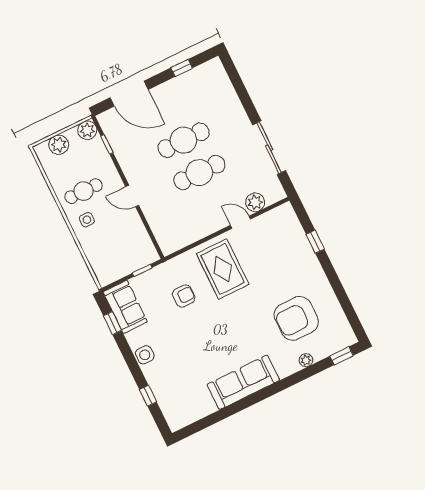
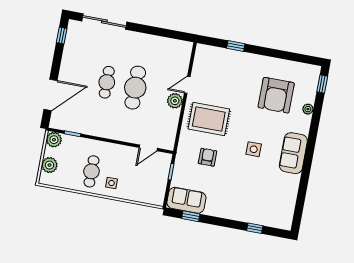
window: (182, 68) -> (62, 36), moved
cafe table: (183, 140) -> (107, 82), width x0.73, depth x0.74
sliding door: (269, 148) -> (104, 21), moved
door: (132, 196) -> (148, 148), moved
plant: (255, 202) -> (175, 101), moved
side table: (145, 355) -> (254, 149), moved
sofa: (243, 382) -> (293, 153), width x0.73

